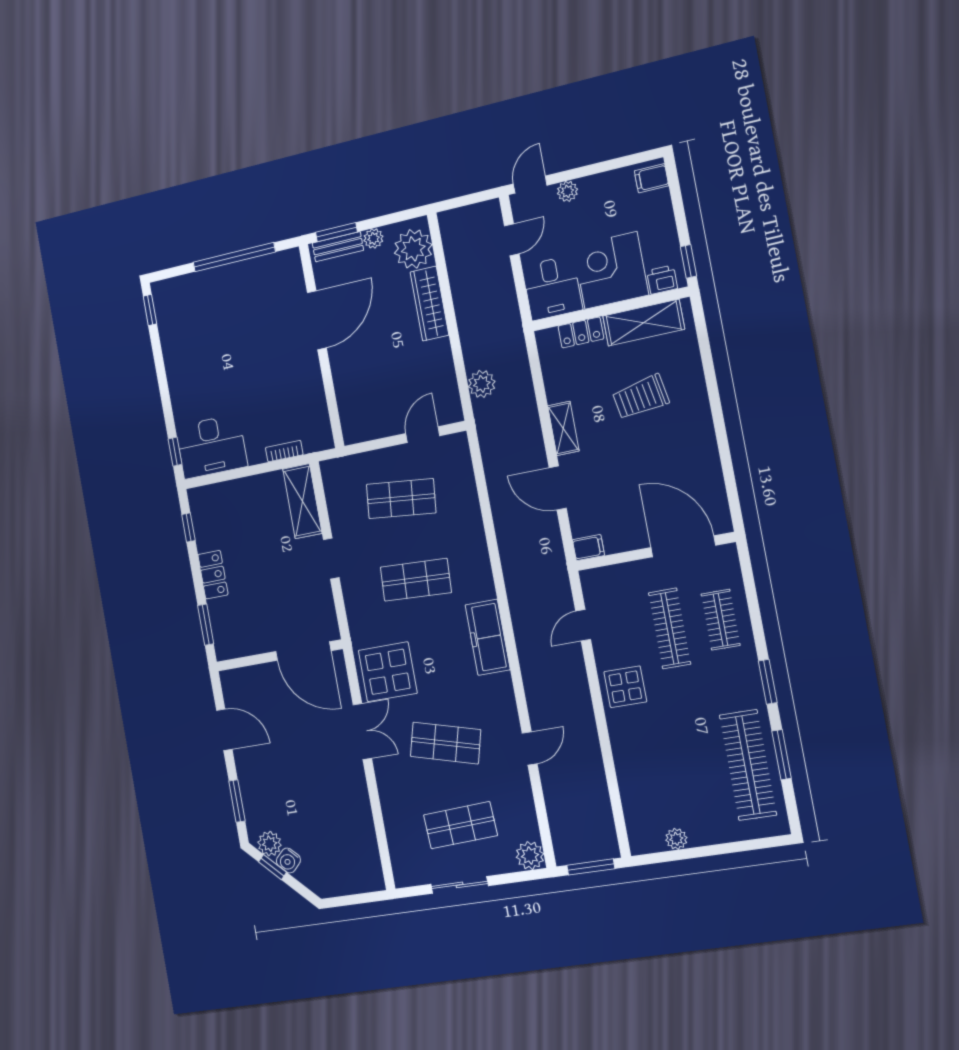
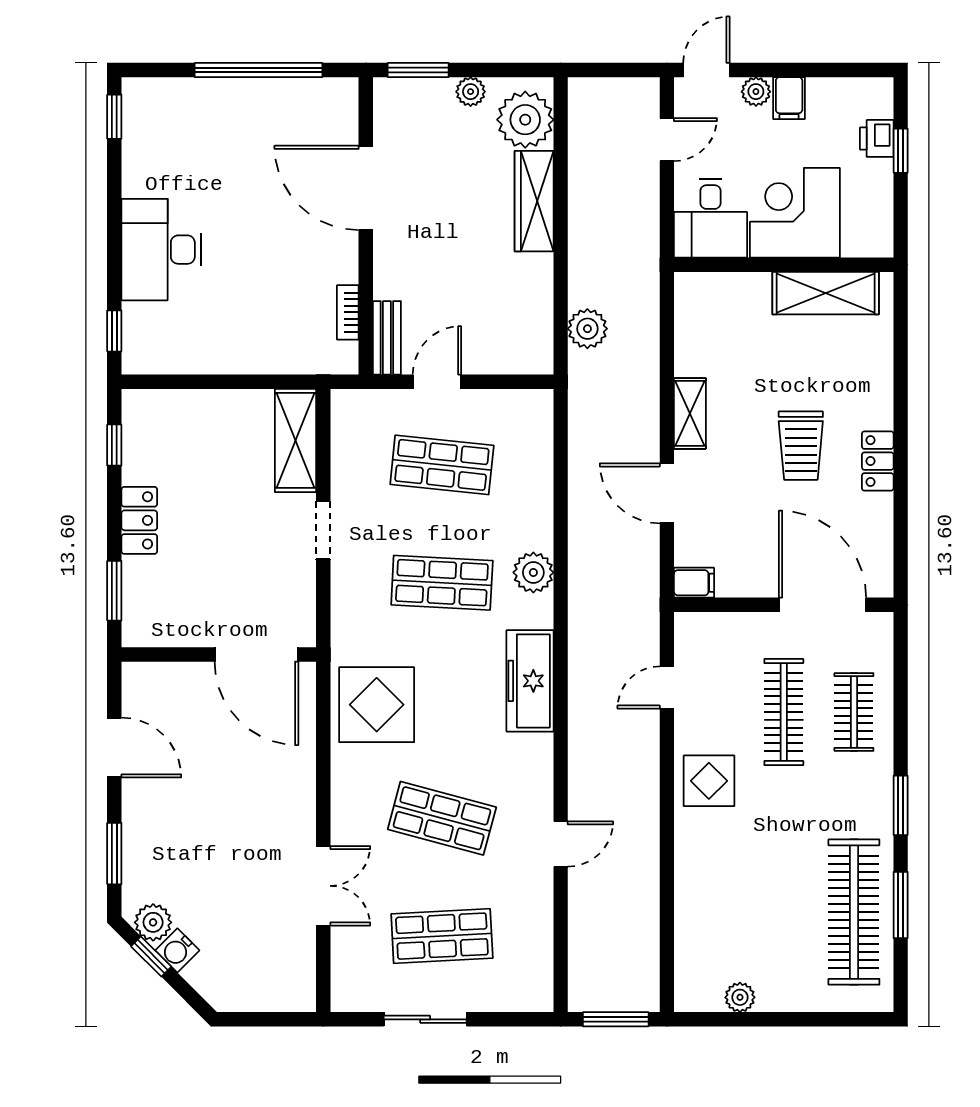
filing cabinet: (652, 178) -> (789, 98), moved, turned -90
bench: (338, 247) -> (387, 338), moved, turned 90
window: (688, 261) -> (901, 151), moved
printer: (662, 280) -> (877, 138), moved, turned -90
door: (317, 320) -> (366, 188), swing flipped
locker: (581, 332) -> (878, 461), moved, turned 90
trolley: (641, 397) -> (801, 446), moved, turned -80
door: (423, 435) -> (437, 382), moved
desk: (211, 446) -> (161, 250), moved, turned 90
bookcase: (284, 451) -> (348, 312), moved, turned -90
double door: (362, 731) -> (323, 886), moved
plant: (530, 856) -> (533, 572), moved

